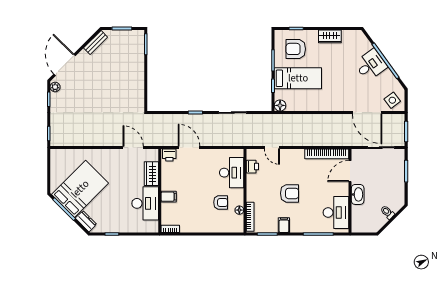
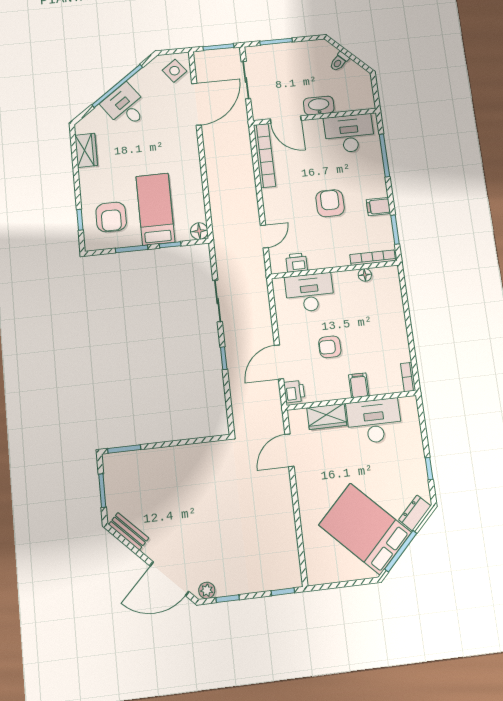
wardrobe: (330, 36) -> (86, 150), moved
armchair: (221, 202) -> (330, 347), moved, turned -90

